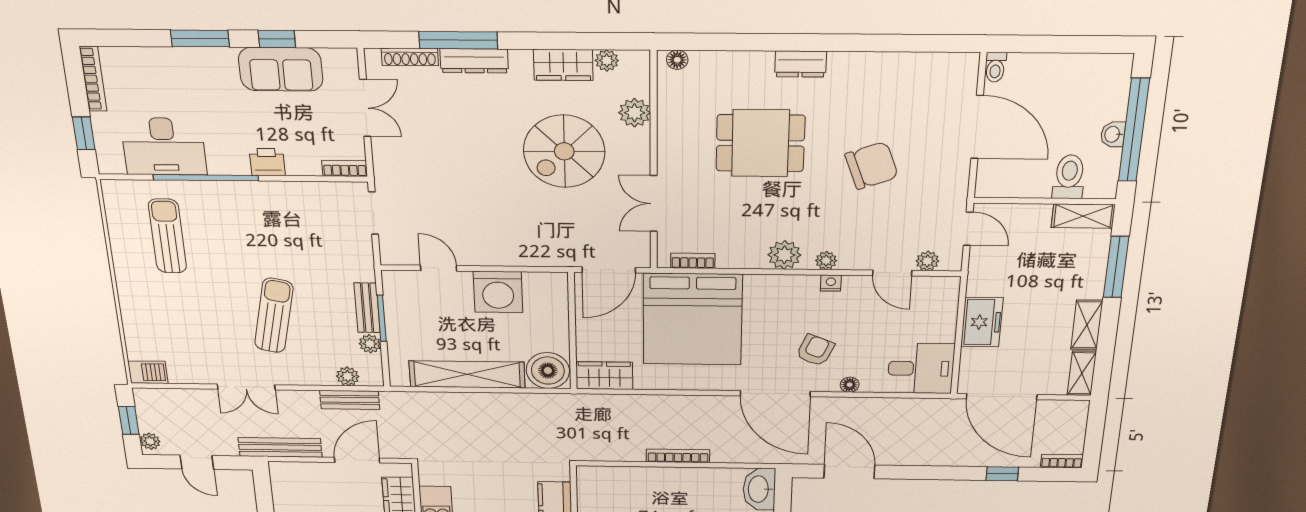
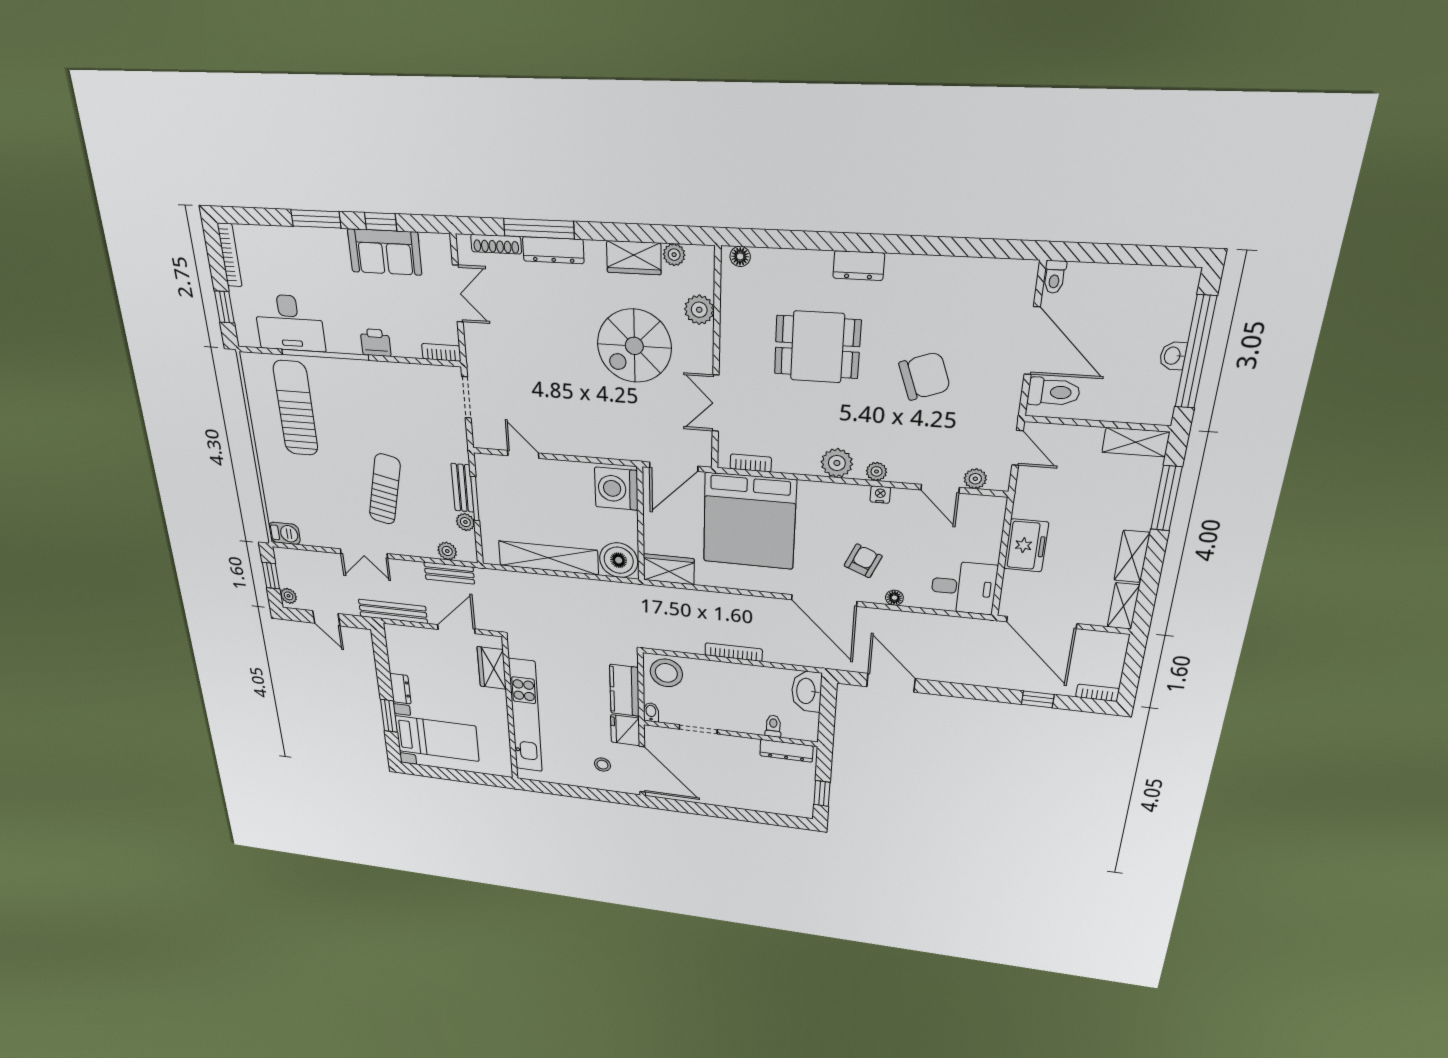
toilet: (1069, 177) -> (1054, 392), moved, turned 90
sun lounger: (167, 236) -> (296, 408), width x1.36, depth x1.34
washing machine: (498, 292) -> (616, 489), moved, turned 90
stool: (603, 485) -> (666, 673), added

